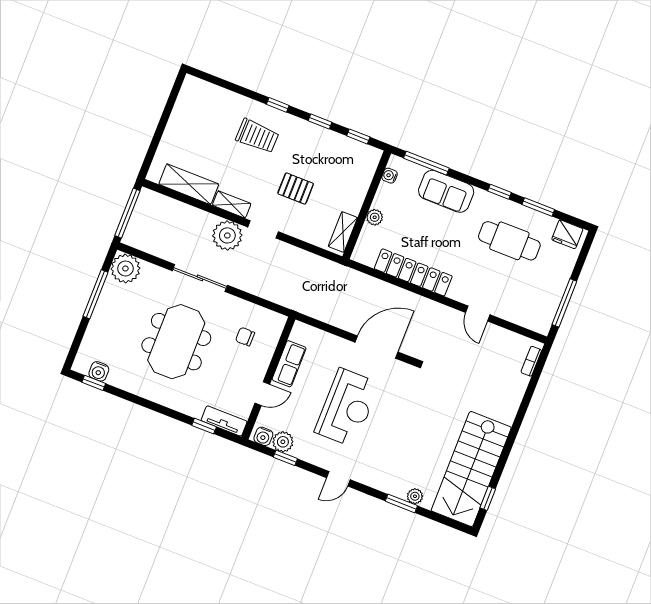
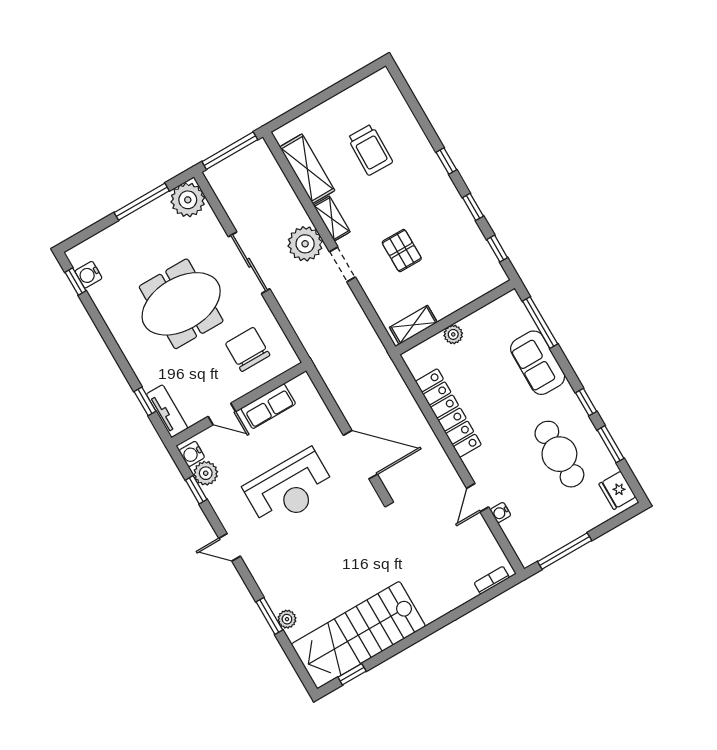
trolley: (257, 136) -> (370, 150), moved
water cooler: (390, 176) -> (500, 513), moved, turned -90
chair: (245, 337) -> (248, 349), width x1.87, depth x1.87

